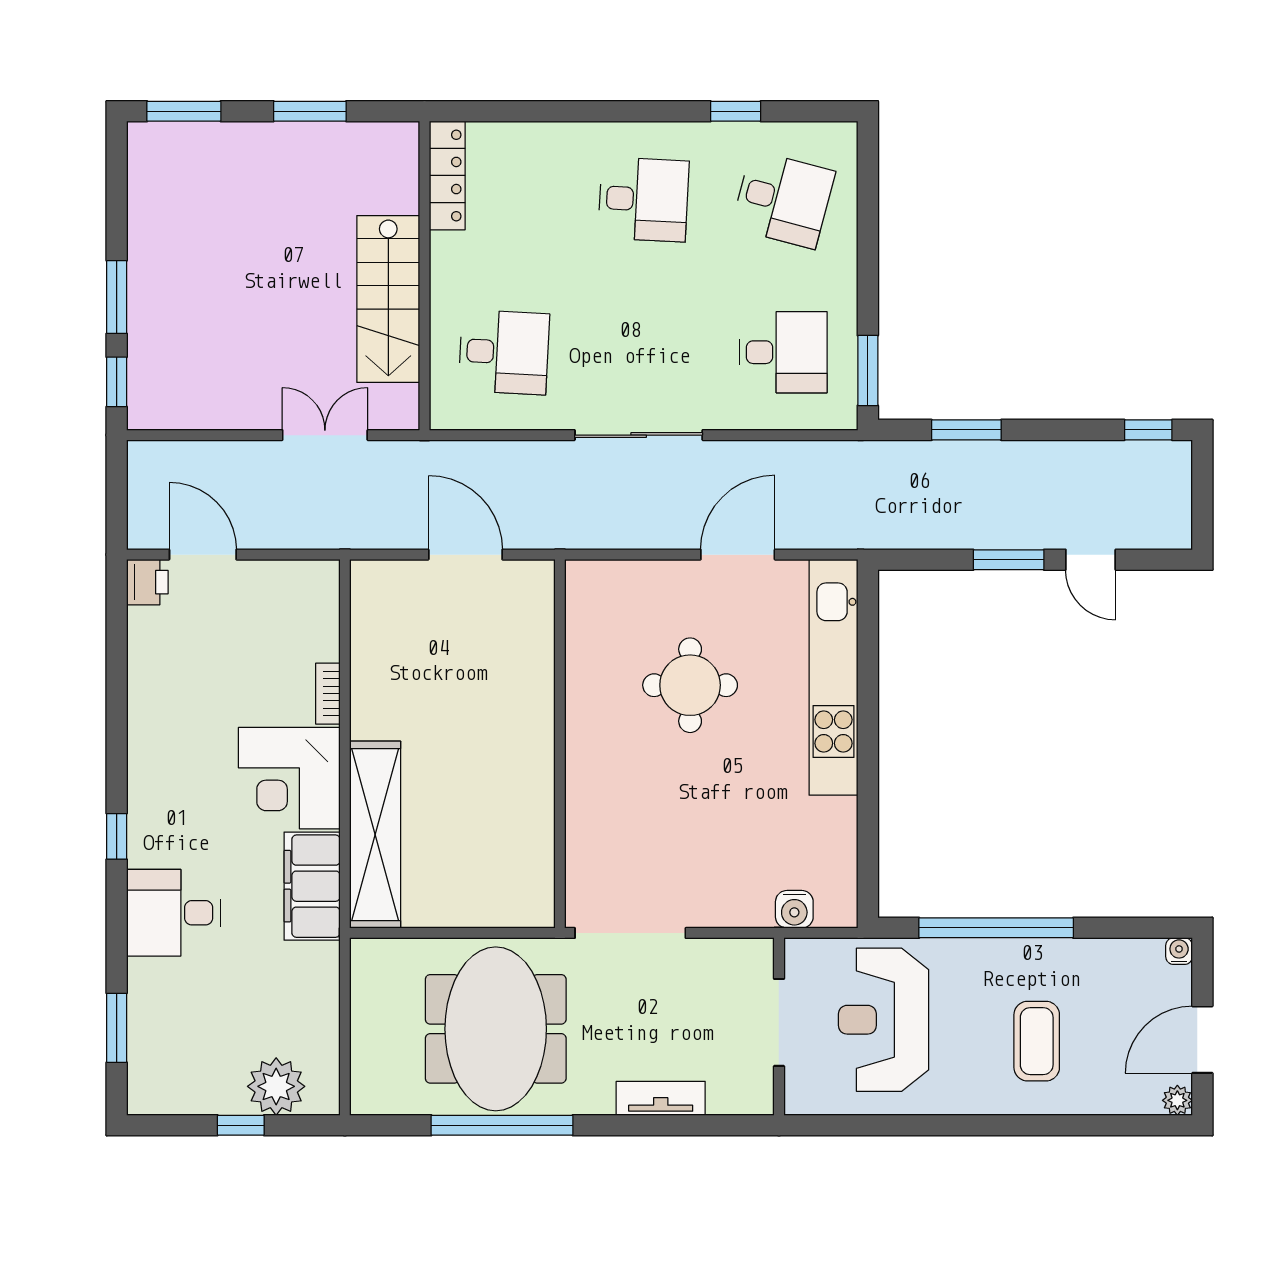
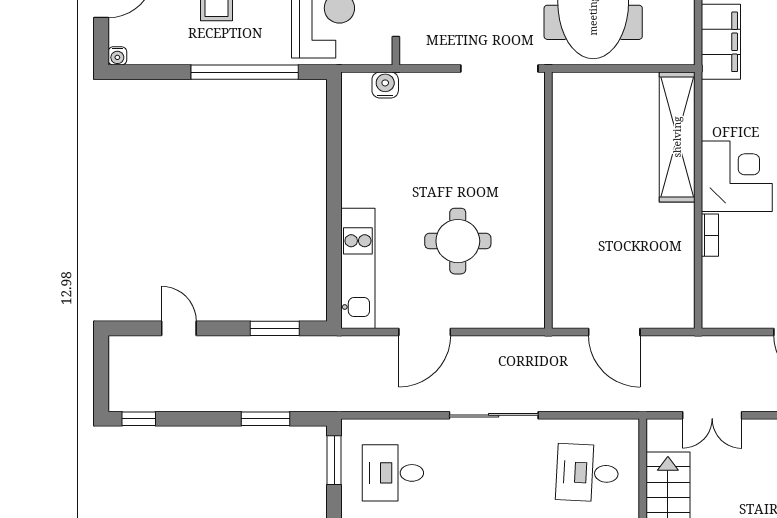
window: (1009, 560) -> (275, 328), moved
kitchen unit: (833, 677) -> (358, 268), width x0.73
filing cabinet: (312, 886) -> (721, 42), moved

